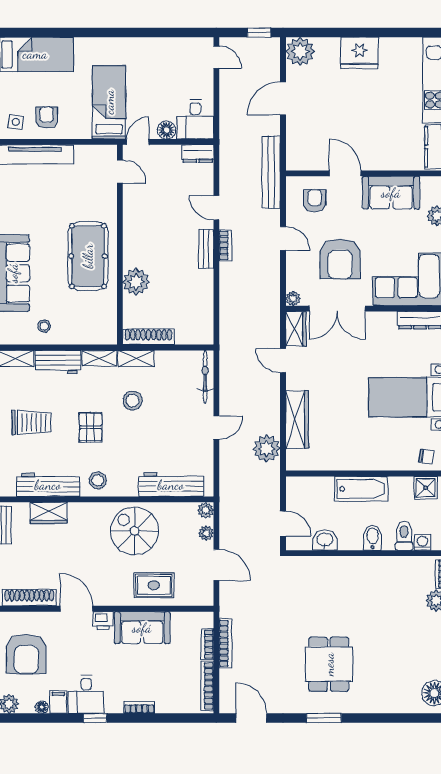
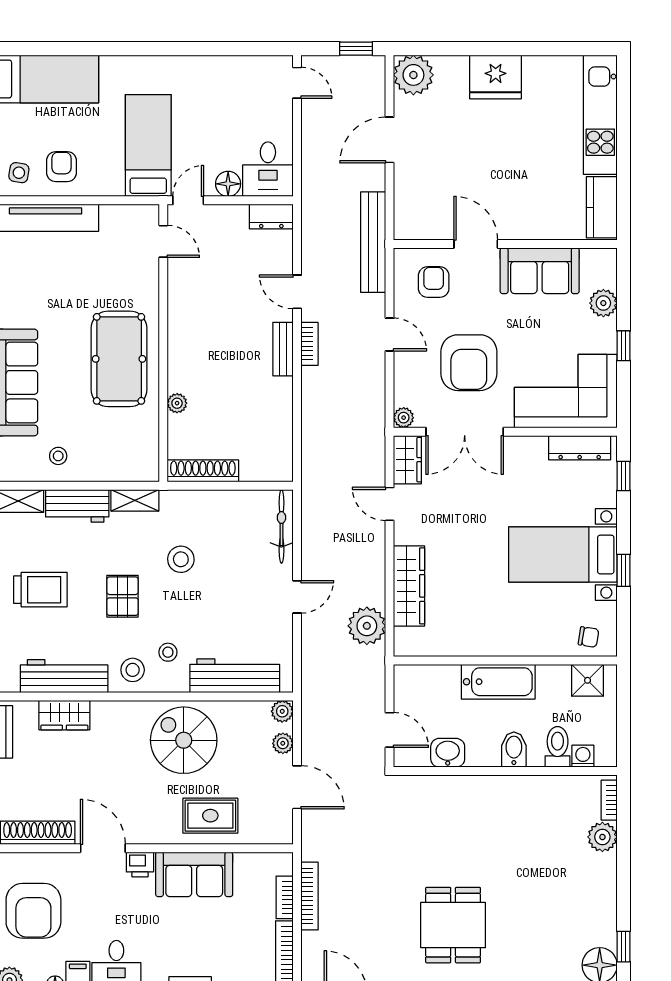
plant: (136, 282) -> (177, 403), width x0.53, depth x0.53
shelving: (136, 358) -> (186, 501), removed
stool: (123, 468) -> (168, 652), added

